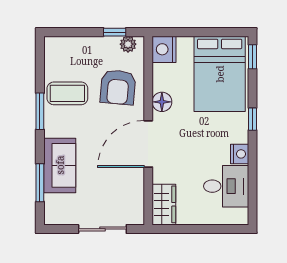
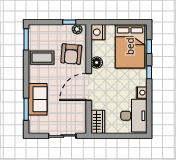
window: (253, 57) -> (149, 47), moved
window: (40, 111) -> (26, 39), moved
desk: (226, 186) -> (134, 116), width x1.37

